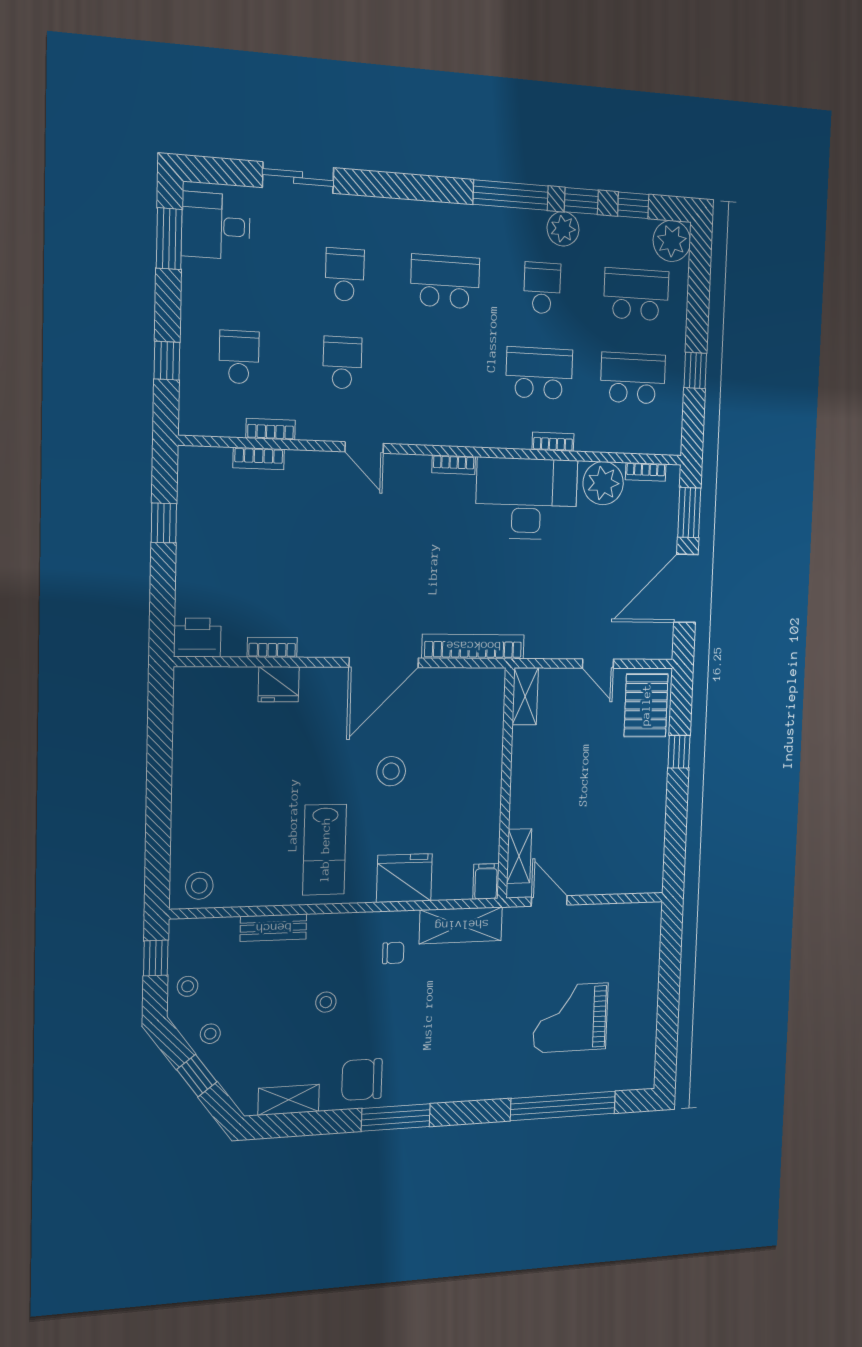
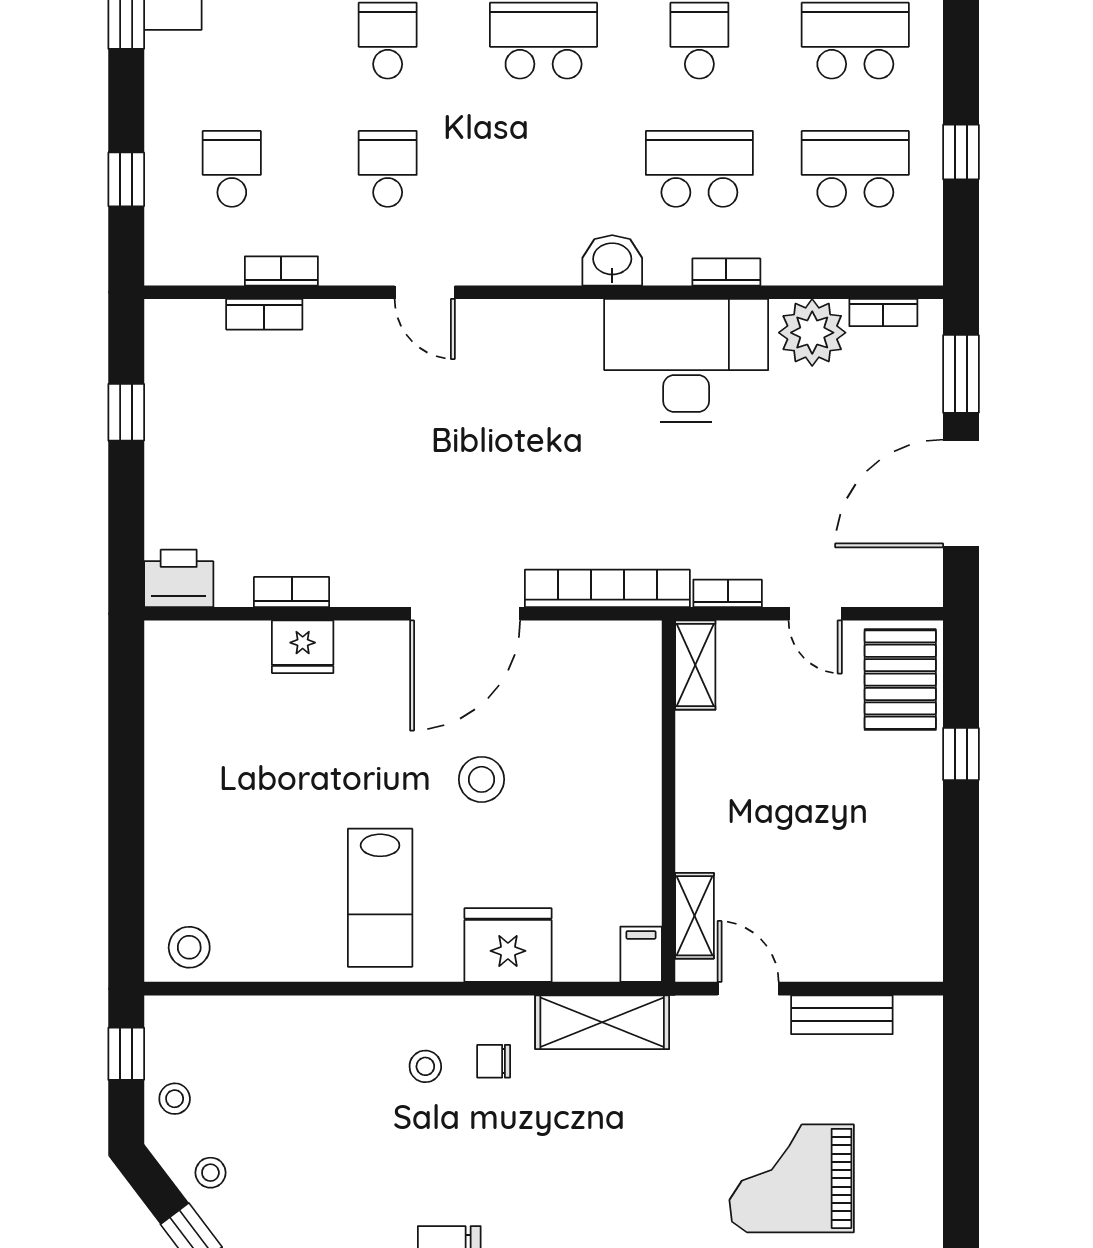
washbasin: (483, 431) -> (612, 260), added
bookcase: (454, 465) -> (728, 593), moved, turned 180
bench: (273, 928) -> (842, 1015), moved
chair: (393, 953) -> (494, 1061), turned 180
stool: (326, 1002) -> (425, 1066), moved

